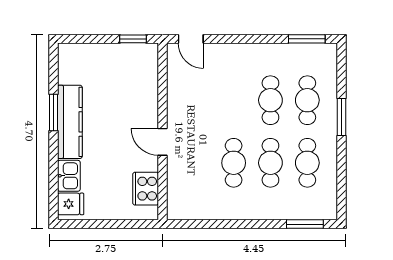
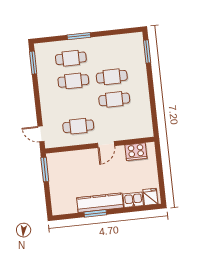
window: (133, 39) -> (45, 169), width x1.50
door: (191, 39) -> (41, 134), swing flipped
cafe table: (307, 163) -> (78, 126), moved

